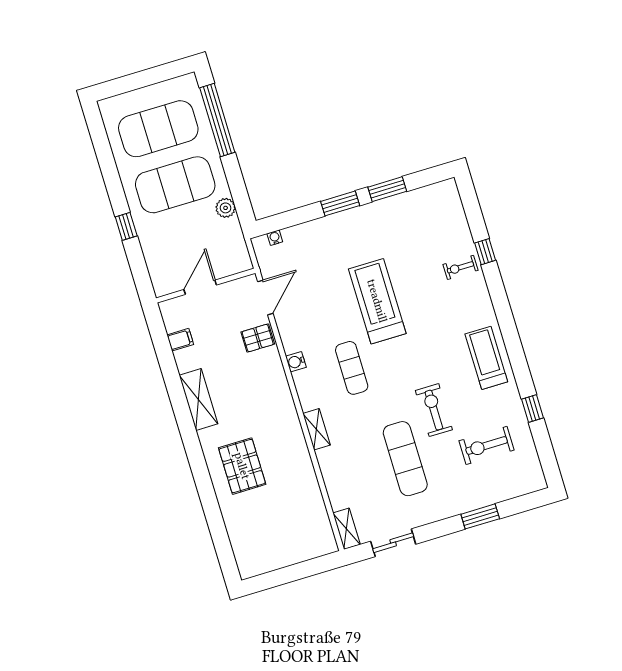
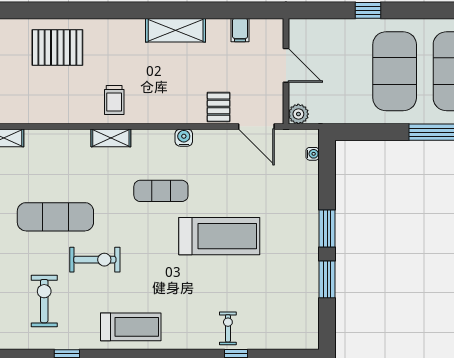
plant: (226, 208) -> (298, 114), moved
trolley: (280, 437) -> (114, 100), added
pallet: (242, 466) -> (57, 47), moved

